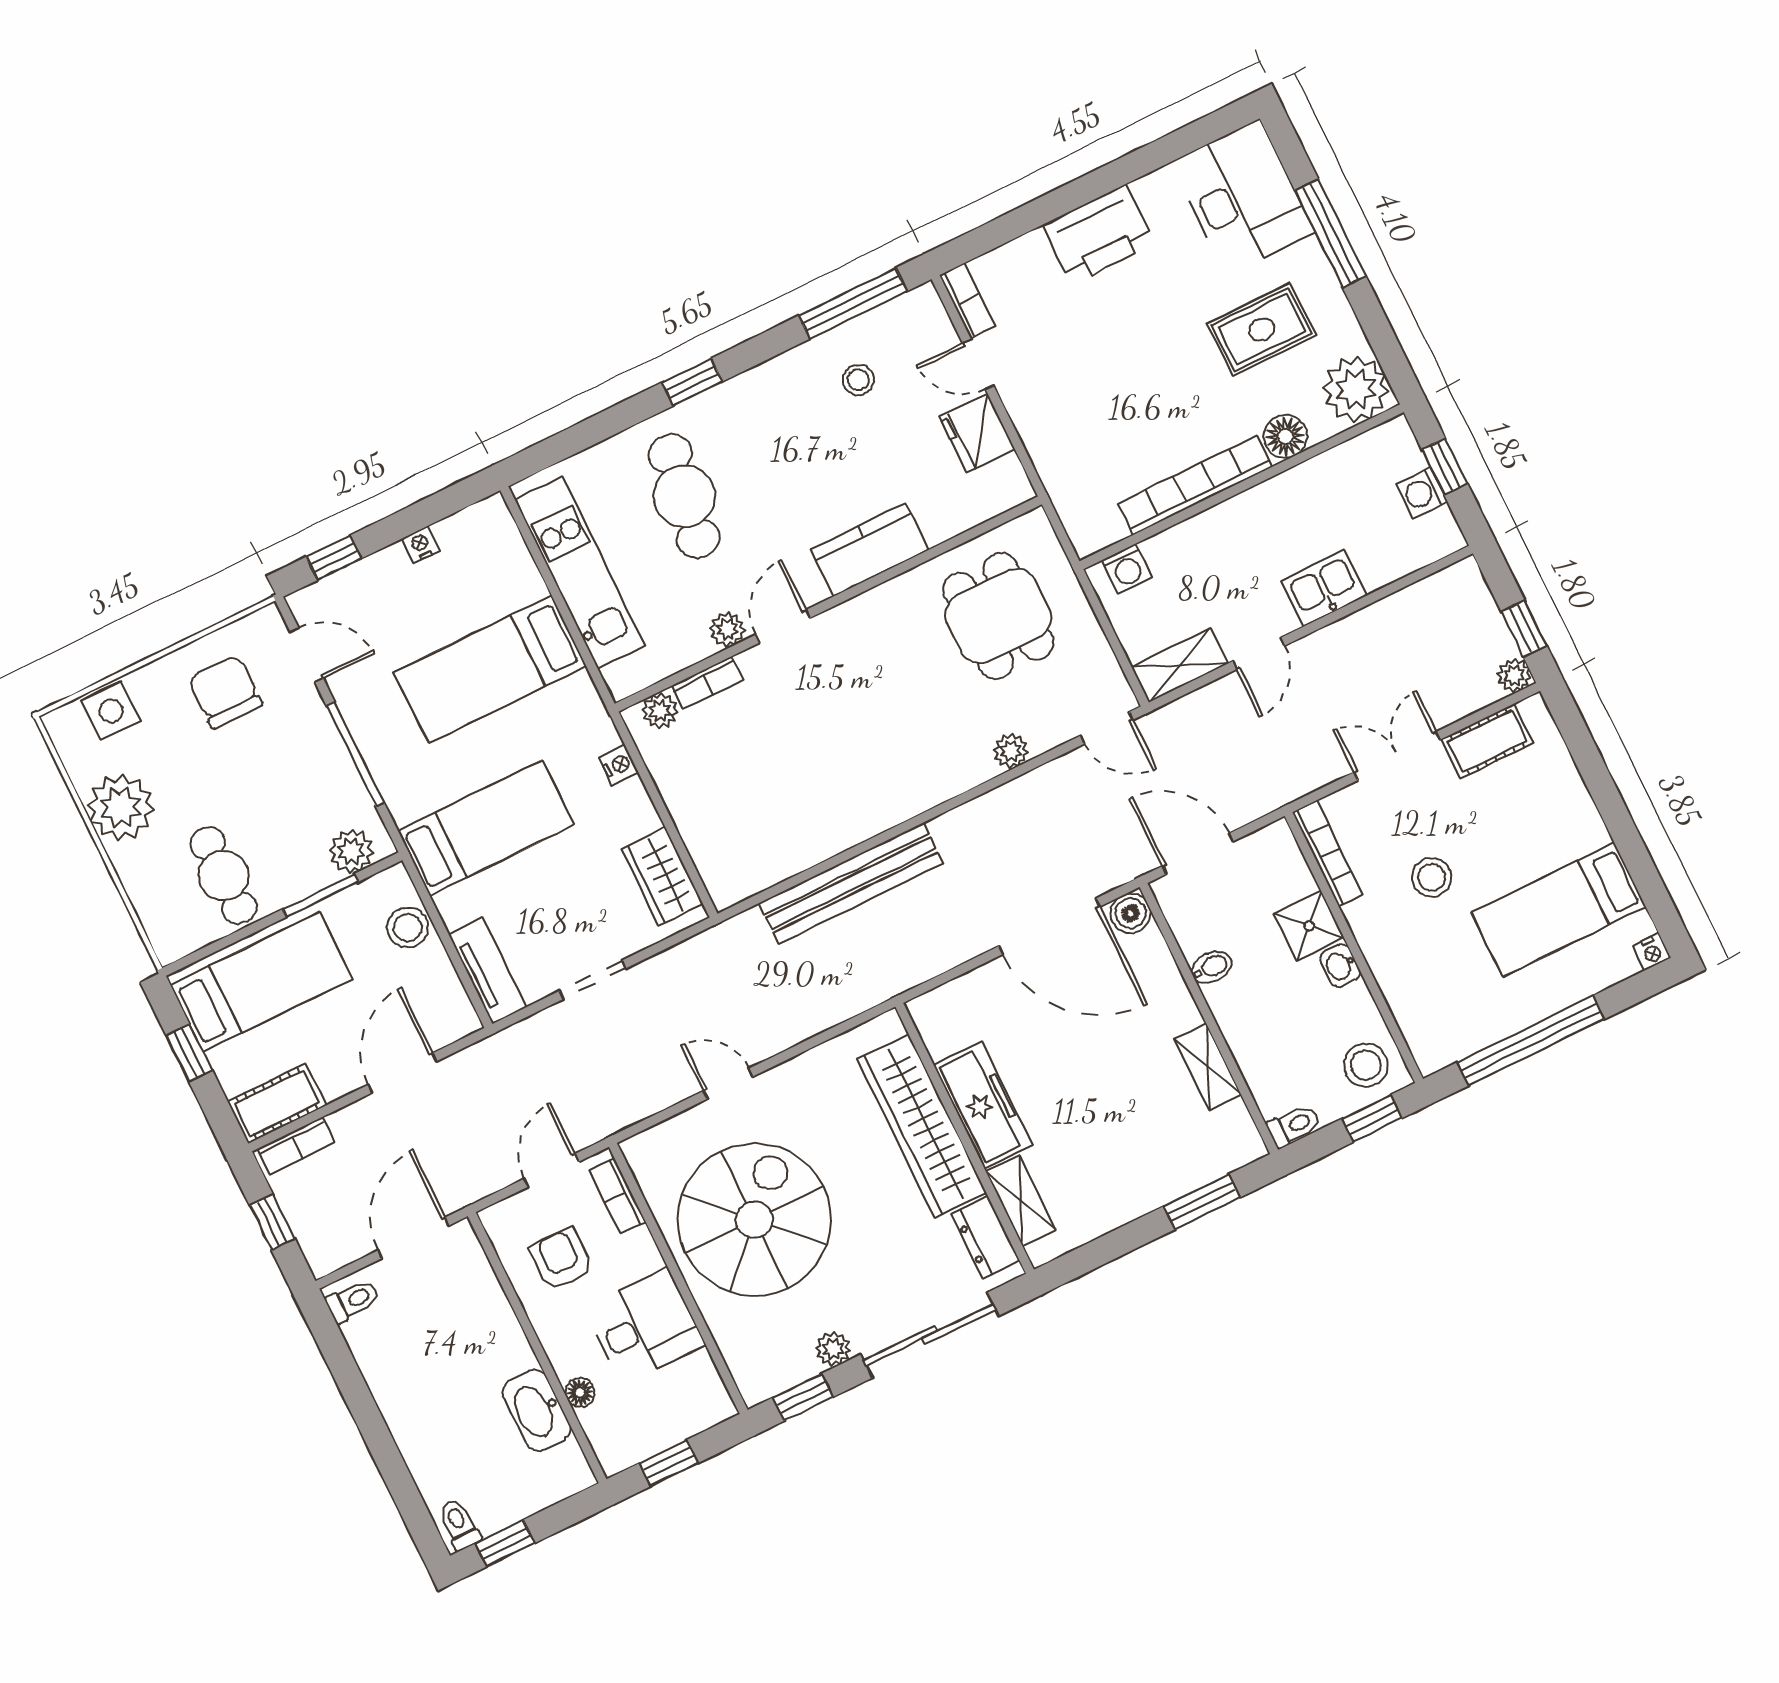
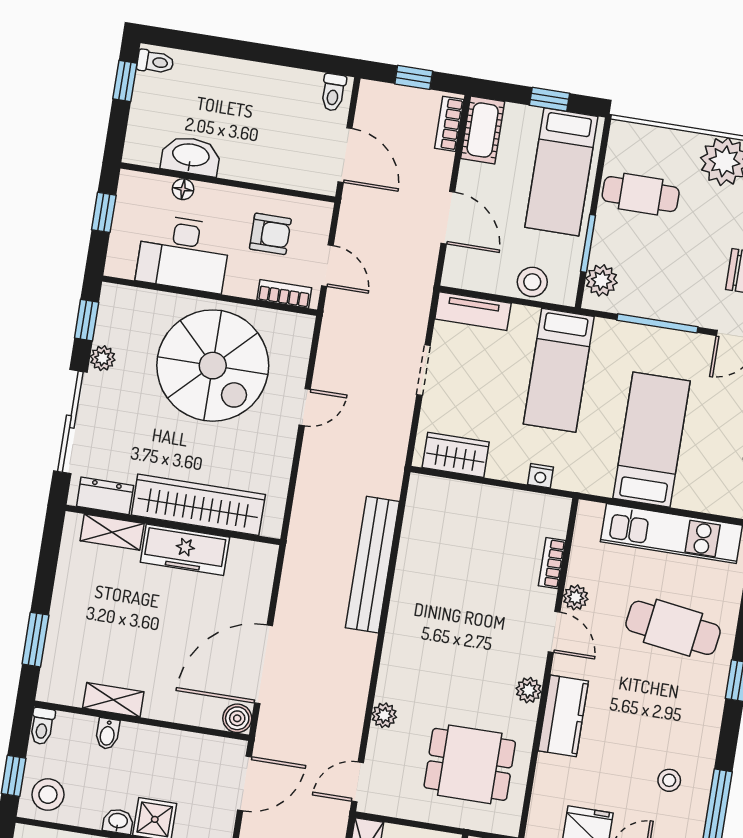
plant: (660, 711) -> (529, 690), moved
bidet: (1212, 967) -> (107, 734), moved
desk: (645, 1327) -> (183, 254), width x1.37

